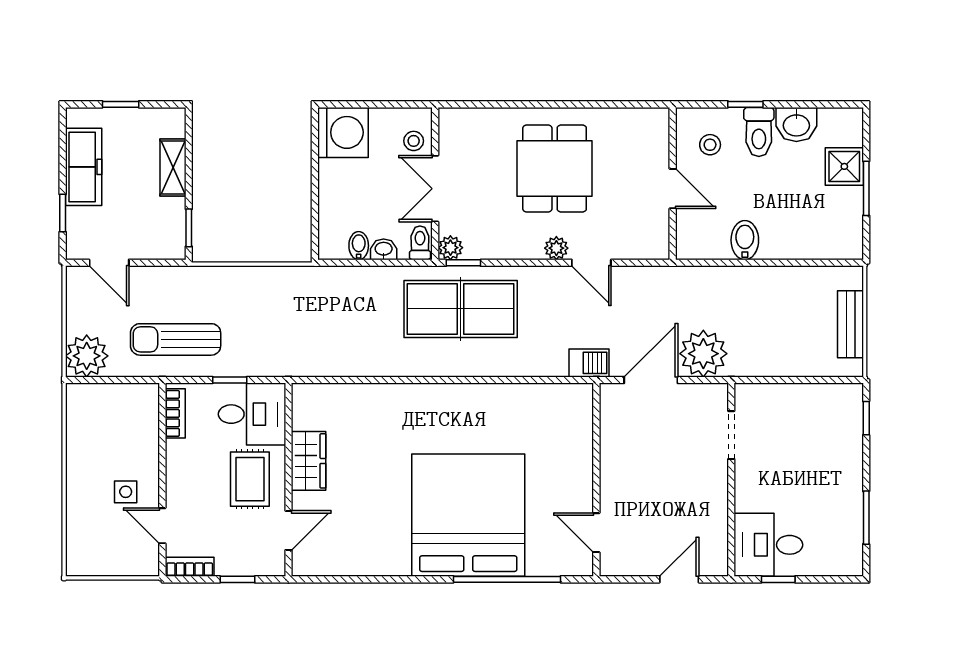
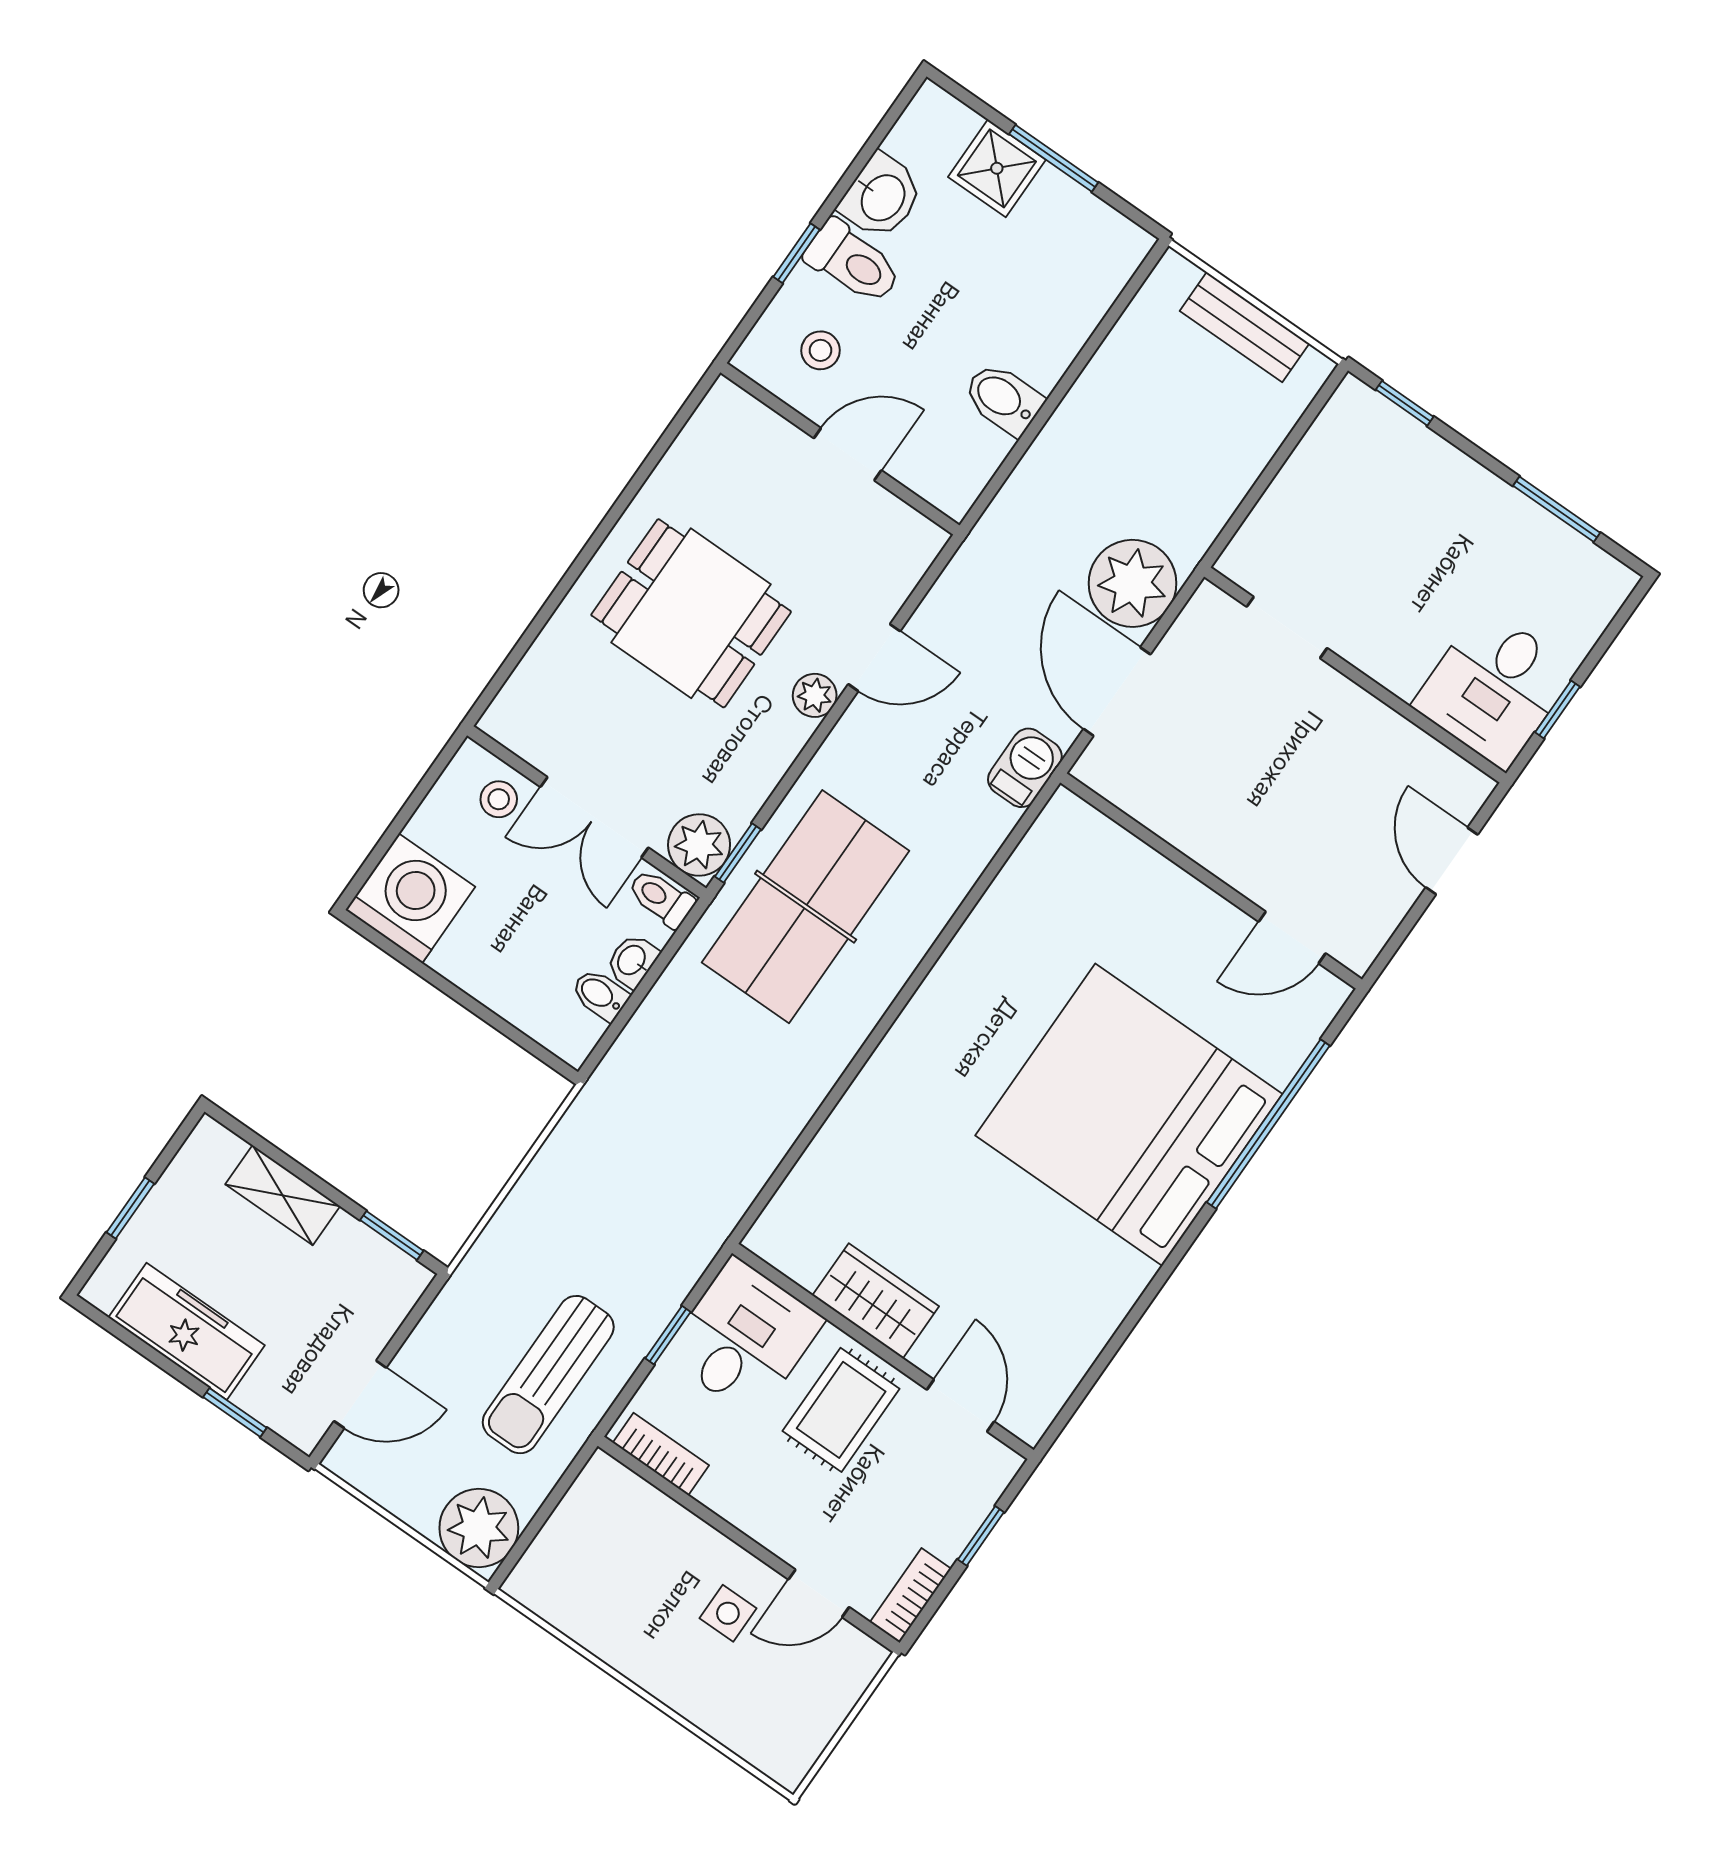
plant: (450, 248) -> (699, 845), width x1.38, depth x1.38
rug: (250, 479) -> (841, 1410), turned 90

